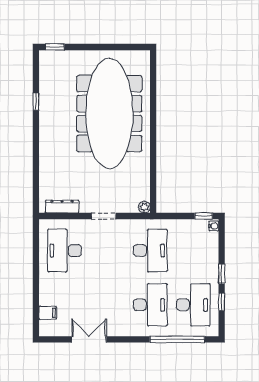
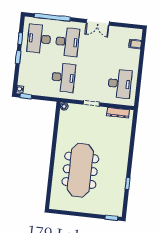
meeting table: (109, 114) -> (80, 170), width x0.73, depth x0.79
desk: (150, 251) -> (63, 77), turned 180
desk: (150, 305) -> (67, 42), turned 180
double door: (89, 339) -> (98, 22), moved

